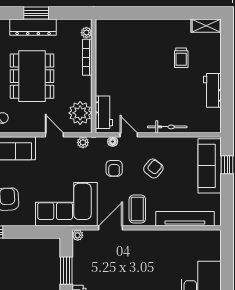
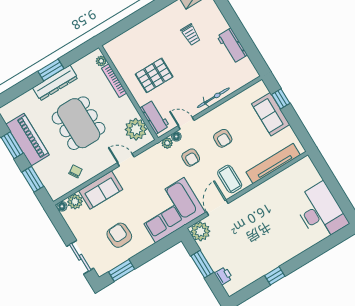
pallet: (126, 74) -> (154, 75), added
plant: (83, 142) -> (167, 143), moved
sofa: (210, 166) -> (271, 114), width x0.73
armchair: (153, 169) -> (223, 138), turned 141
plant: (78, 235) -> (200, 231), width x1.88, depth x1.88

